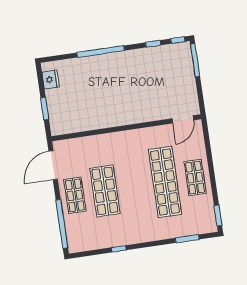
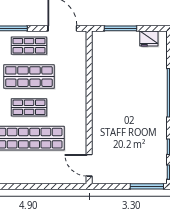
window: (45, 109) -> (120, 28), width x1.44
shop shelf: (195, 178) -> (29, 107), moved

